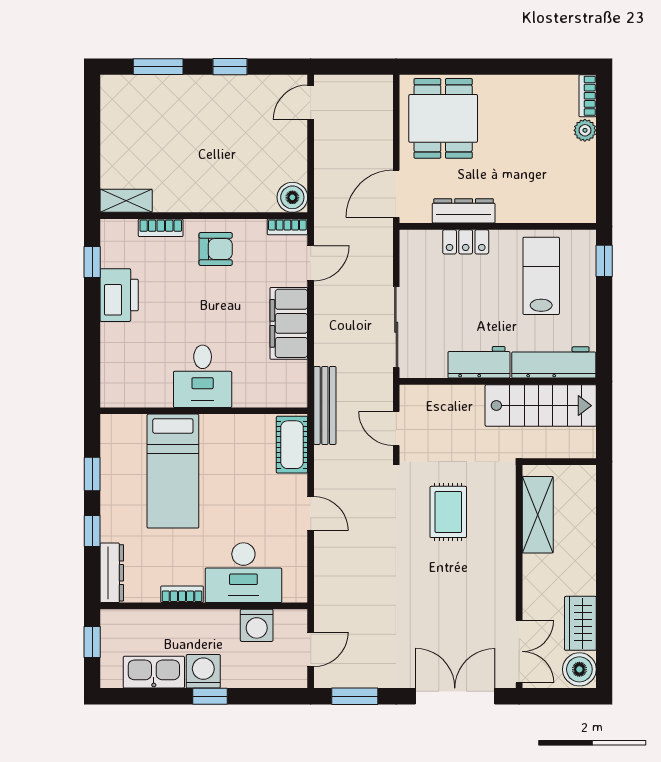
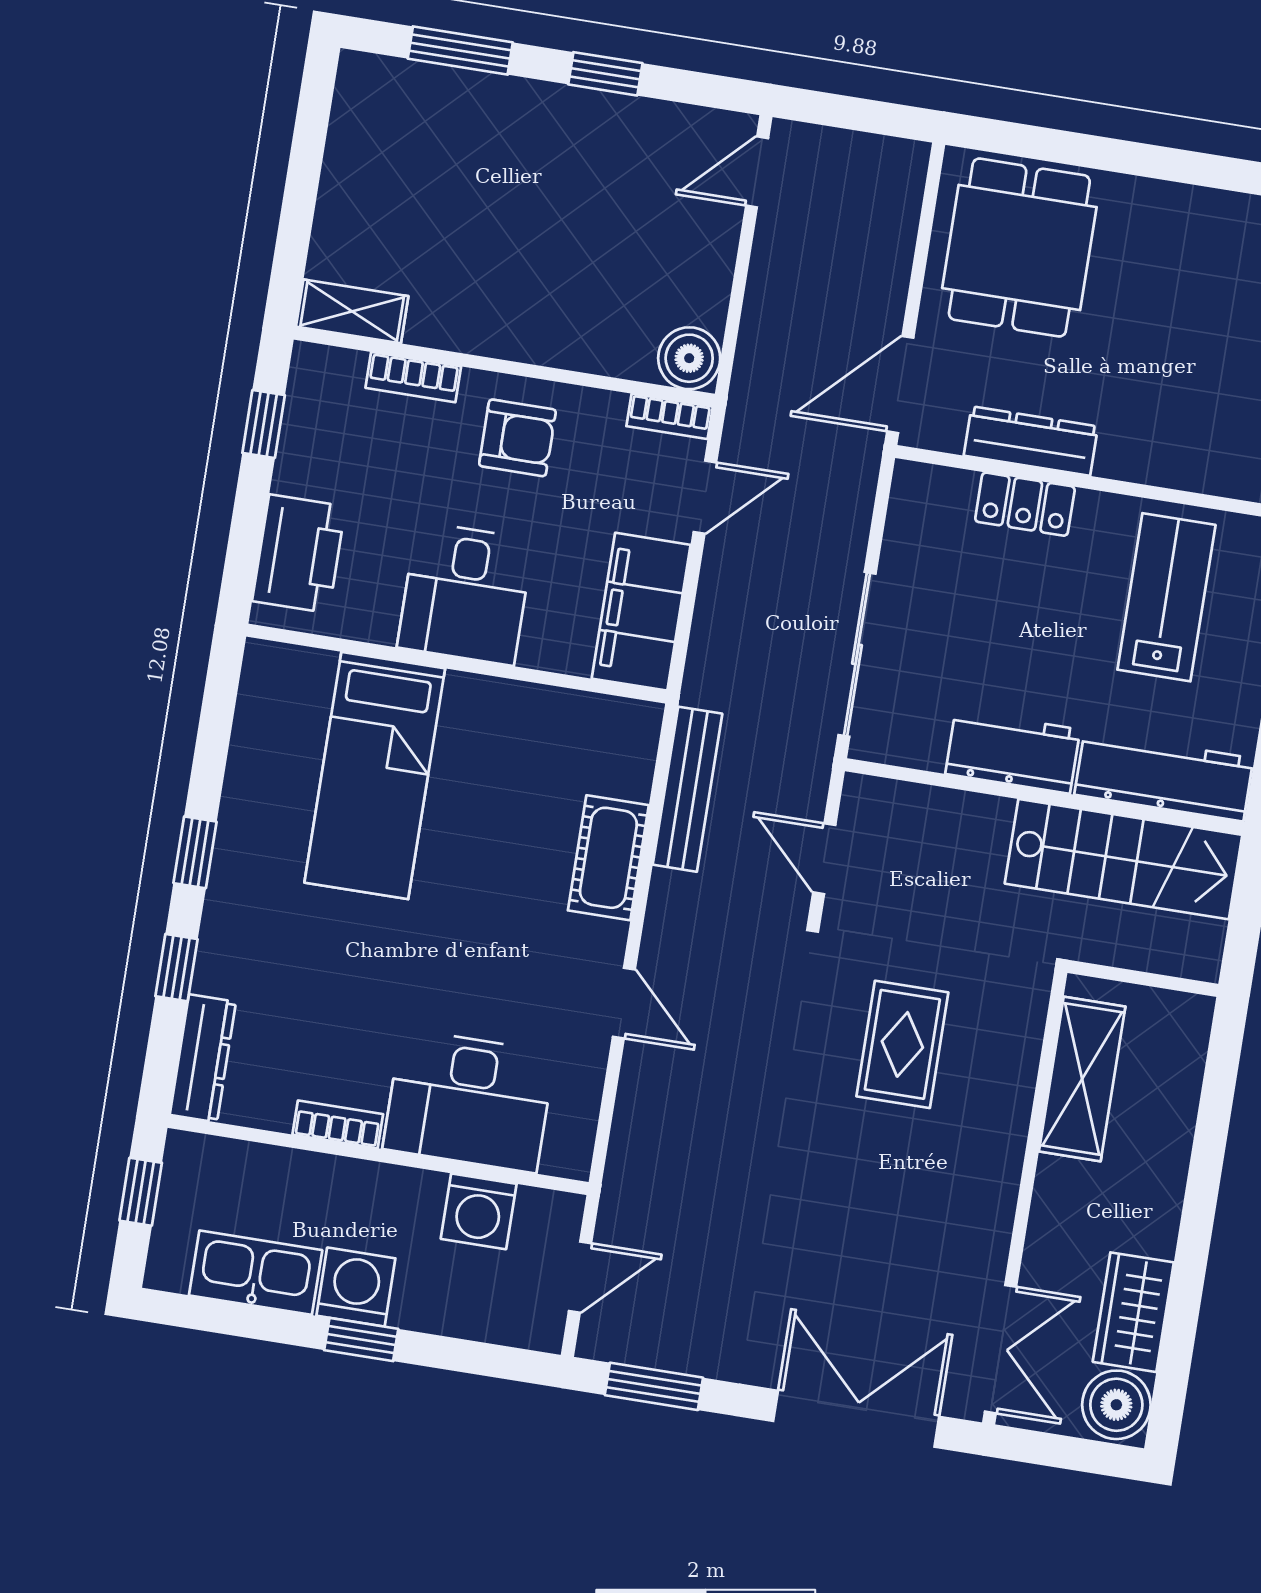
printer: (119, 295) -> (299, 554), moved
desk: (203, 376) -> (465, 593), moved
wall: (204, 411) -> (457, 664), moved
bed: (173, 471) -> (375, 775), moved

